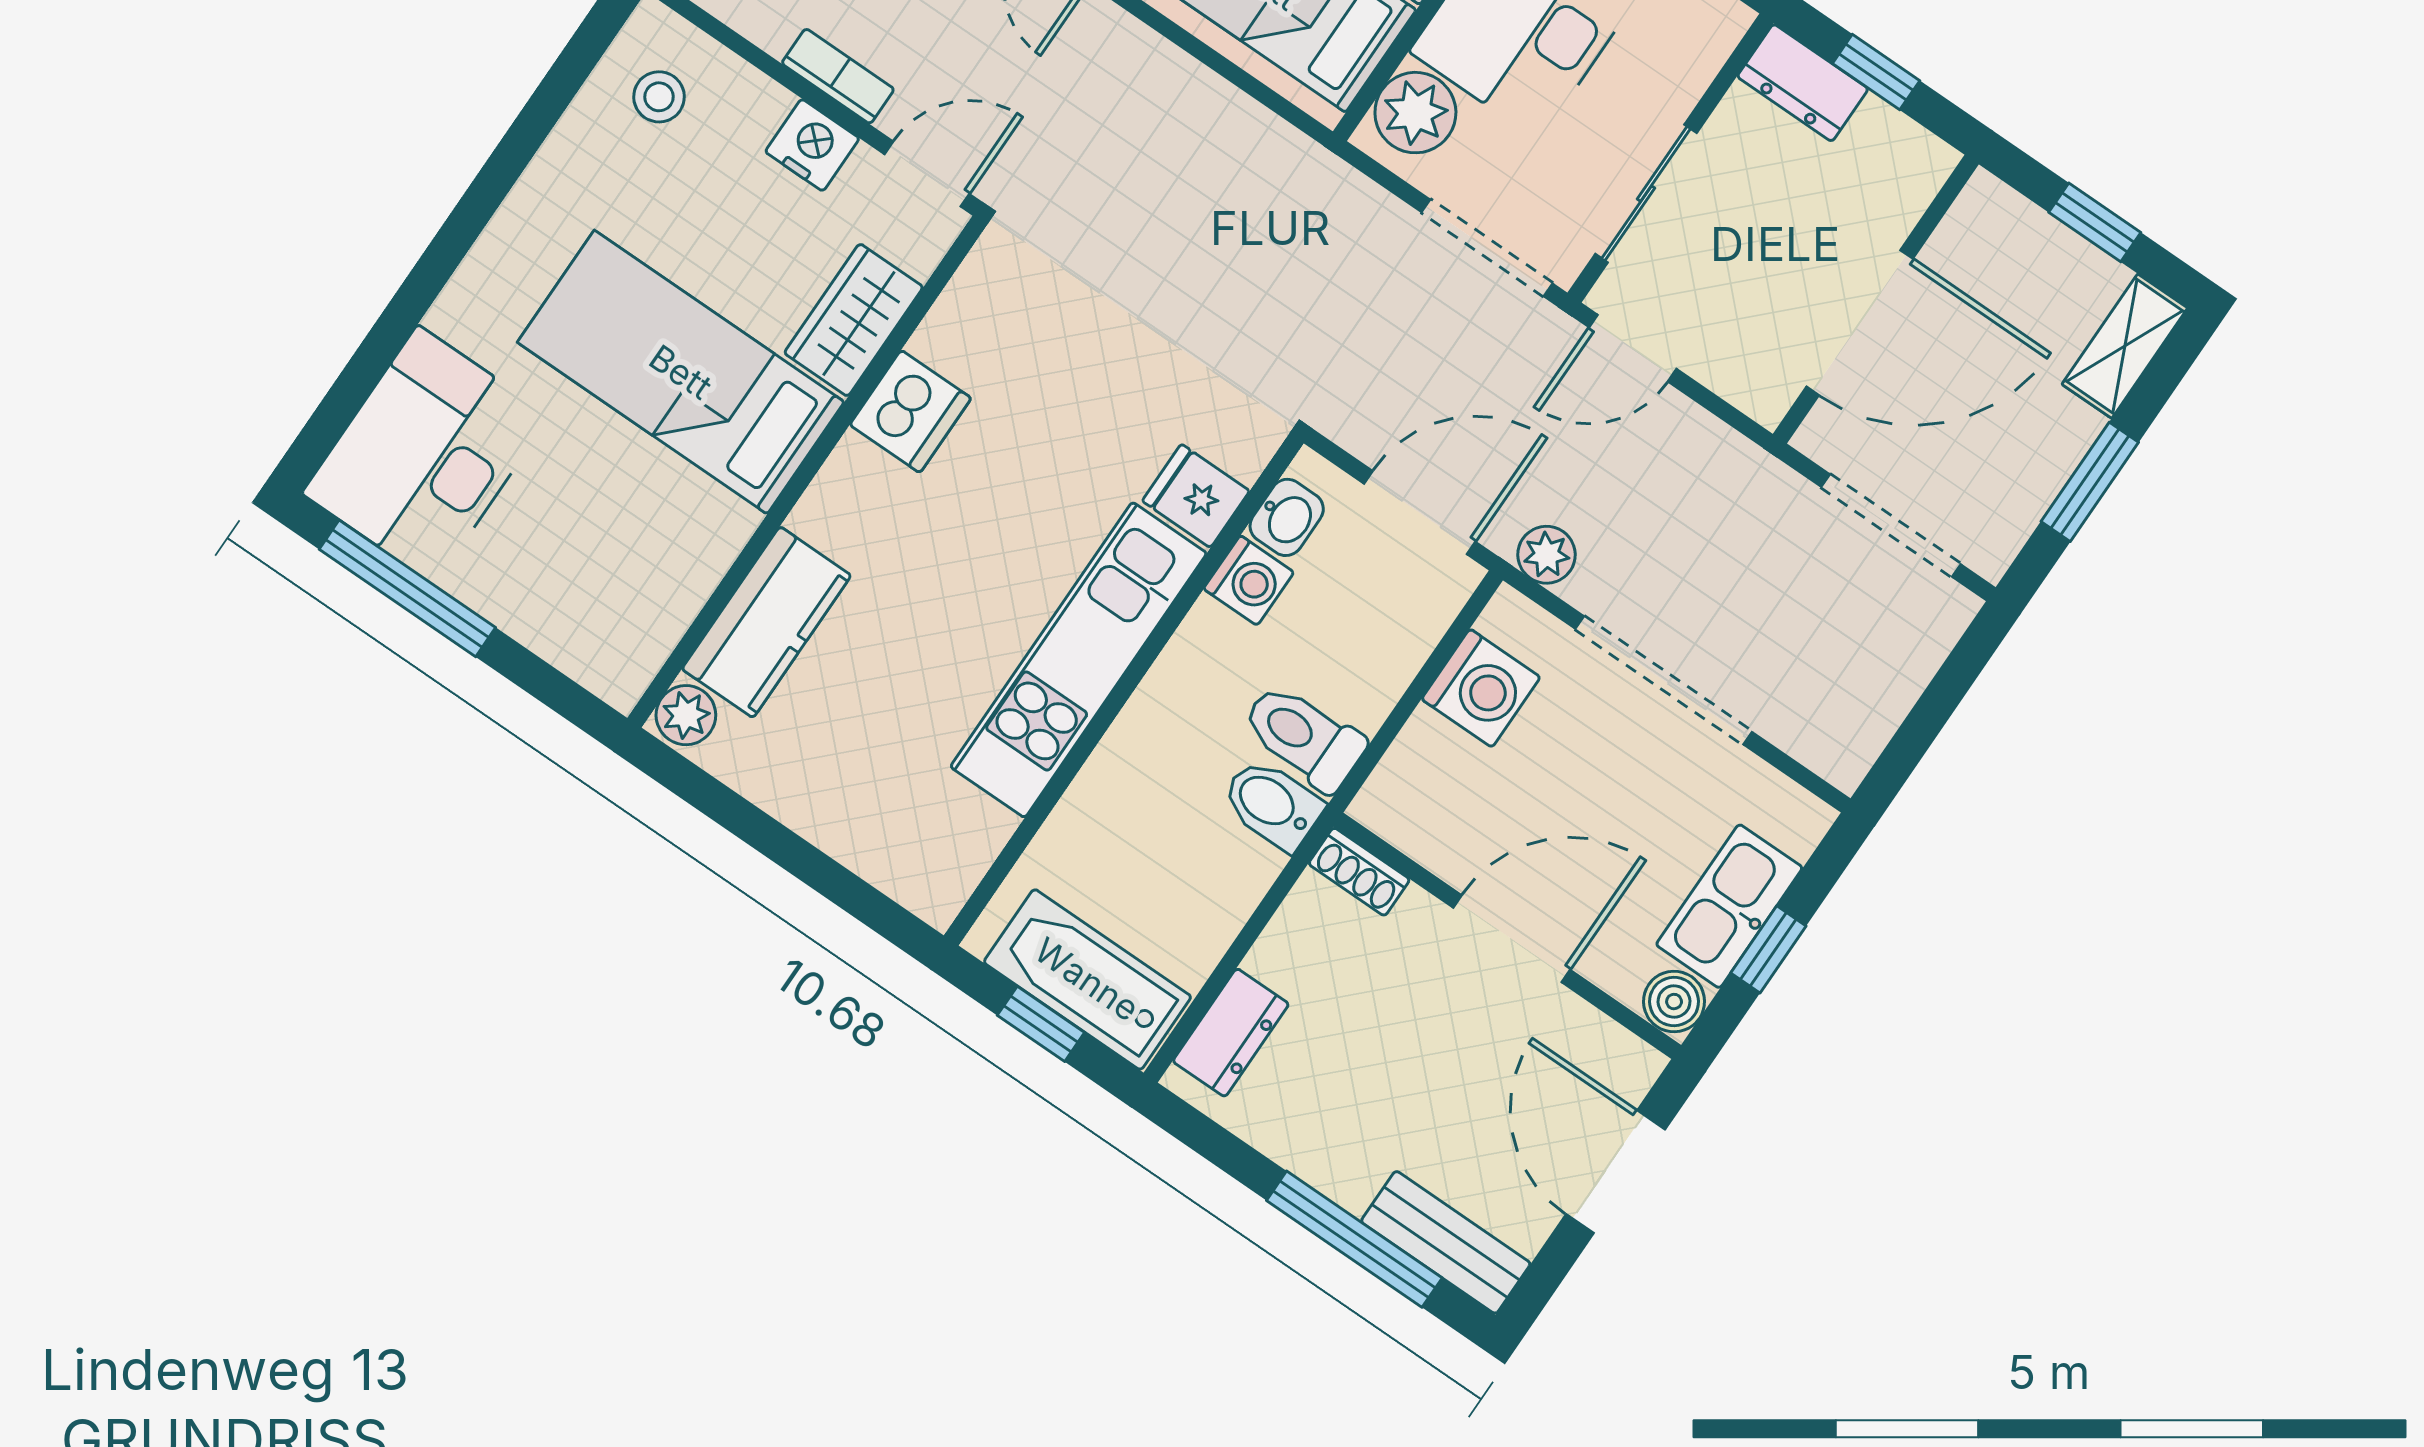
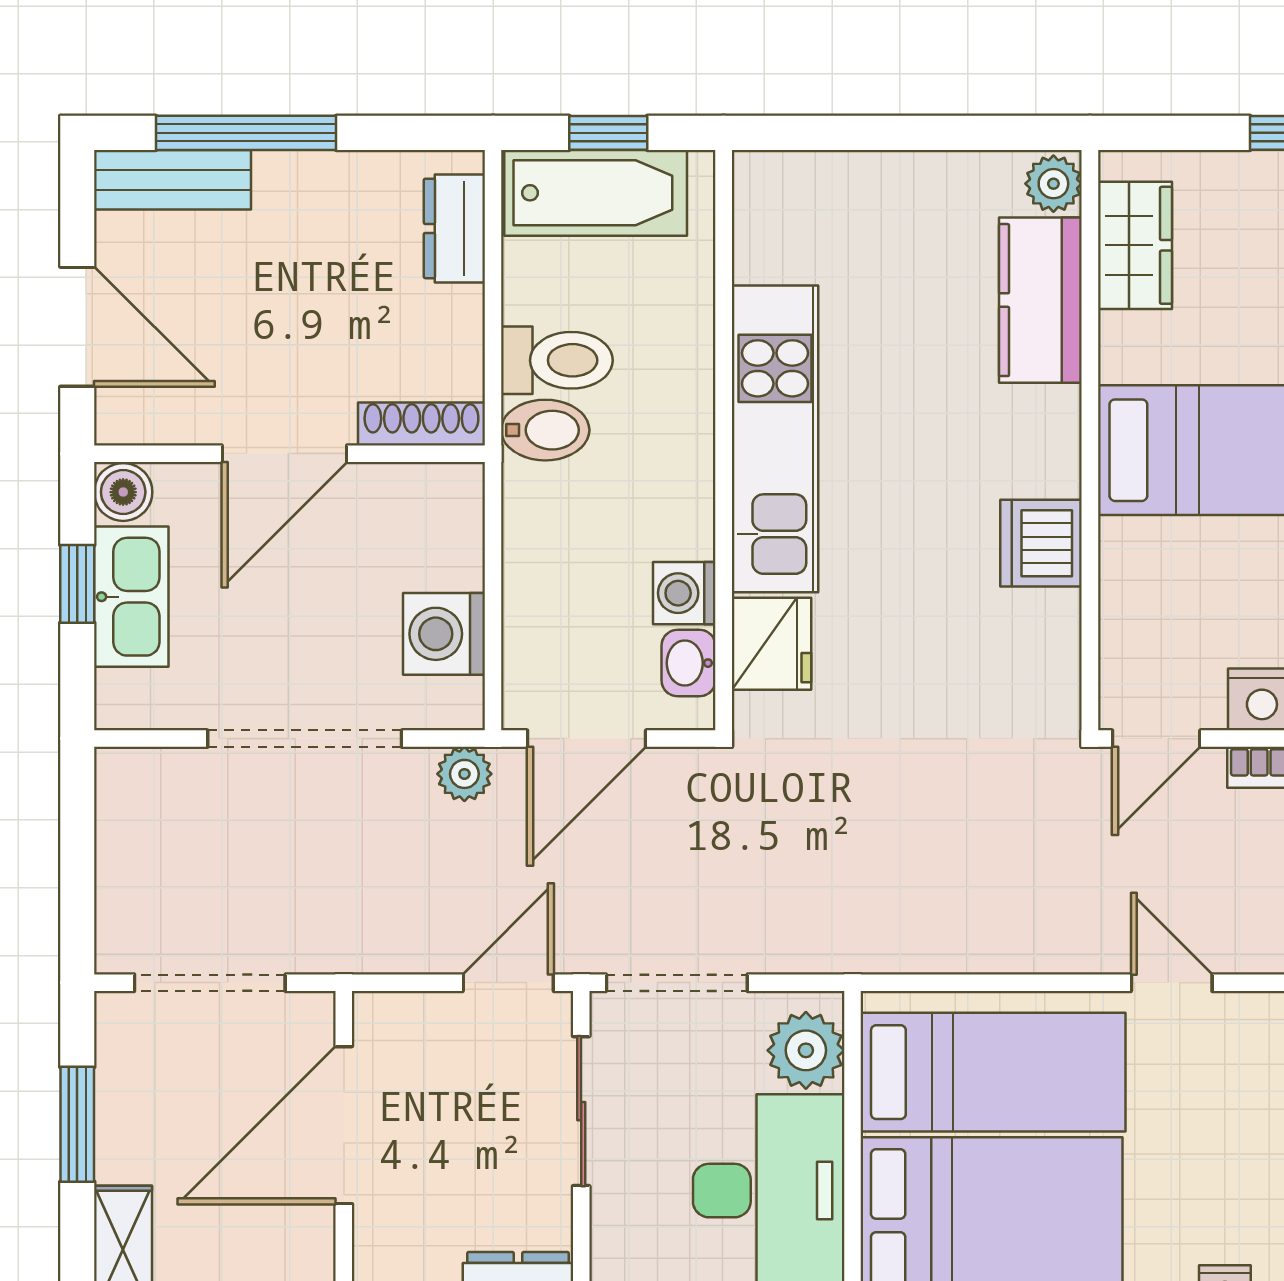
wardrobe: (854, 320) -> (1135, 245), moved
fridge: (1196, 496) -> (771, 644), width x1.38
toilet: (1303, 737) -> (557, 360), moved
shoe rack: (1359, 872) -> (421, 424), width x1.43

